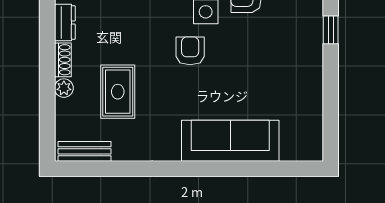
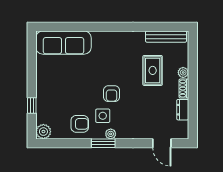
sofa: (230, 141) -> (63, 43), moved
bench: (85, 151) -> (166, 37), width x1.36

